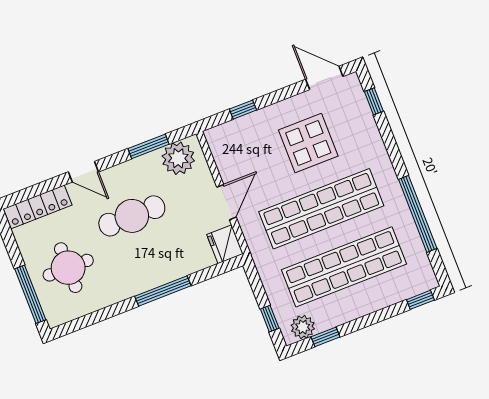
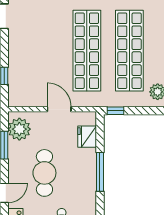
display table: (308, 143) -> (42, 43), removed
fridge: (225, 244) -> (87, 137), moved, turned 90
window: (270, 319) -> (115, 111), moved

